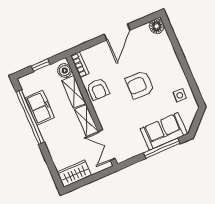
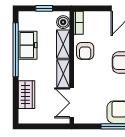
wardrobe: (75, 173) -> (26, 95), moved, turned 90

